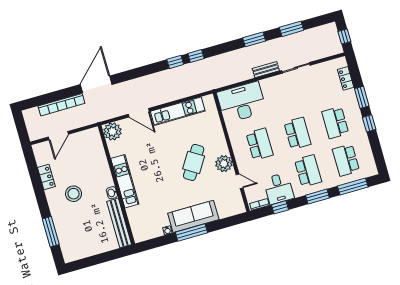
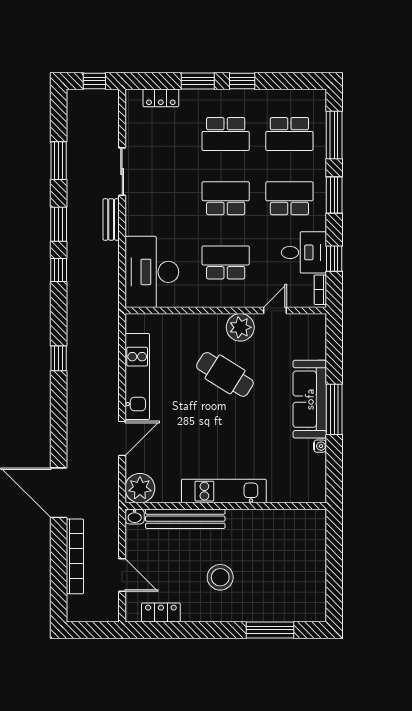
window: (196, 56) -> (59, 270), moved
locker: (46, 177) -> (161, 612), moved
washbasin: (112, 193) -> (135, 517), moved
bench: (119, 223) -> (185, 519), moved

